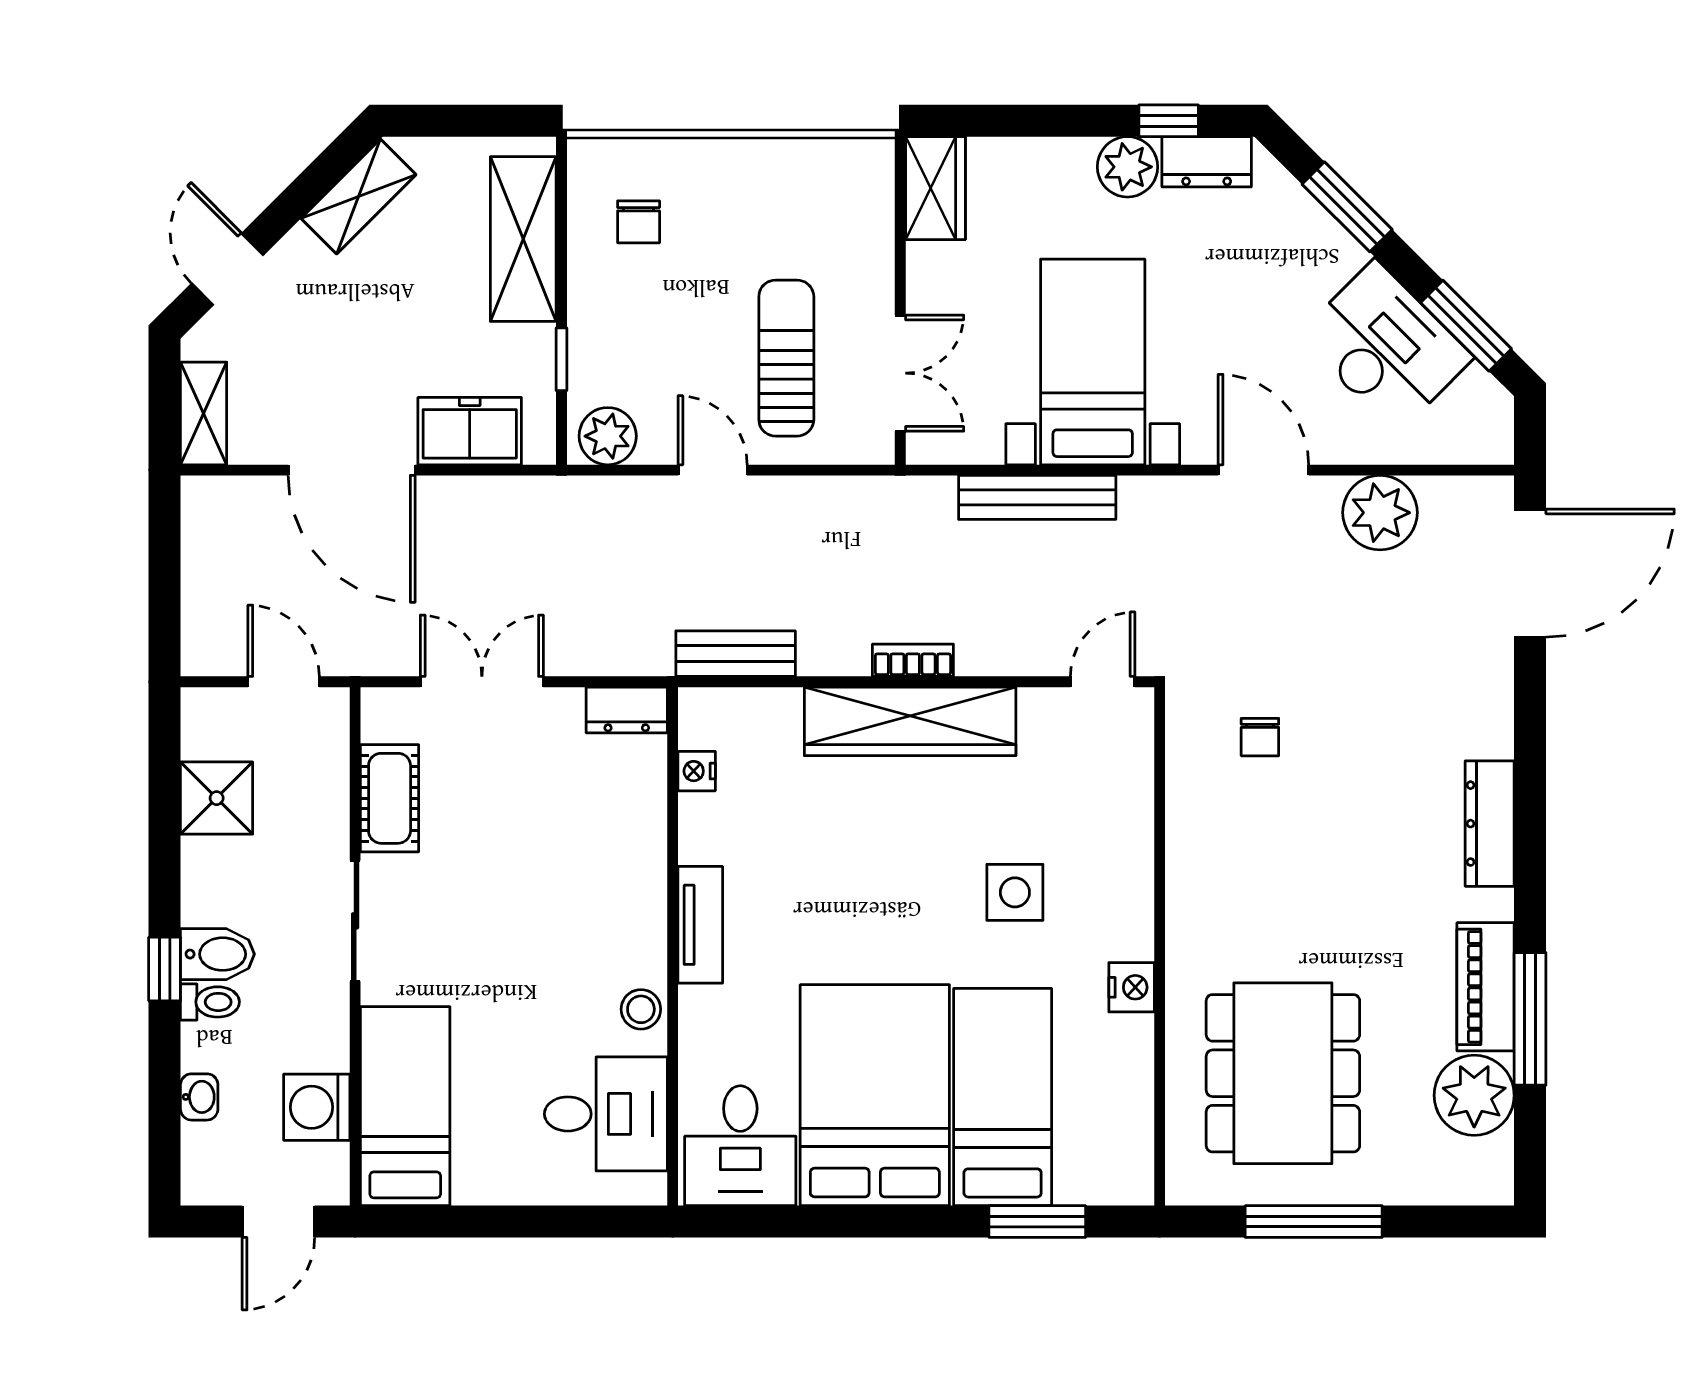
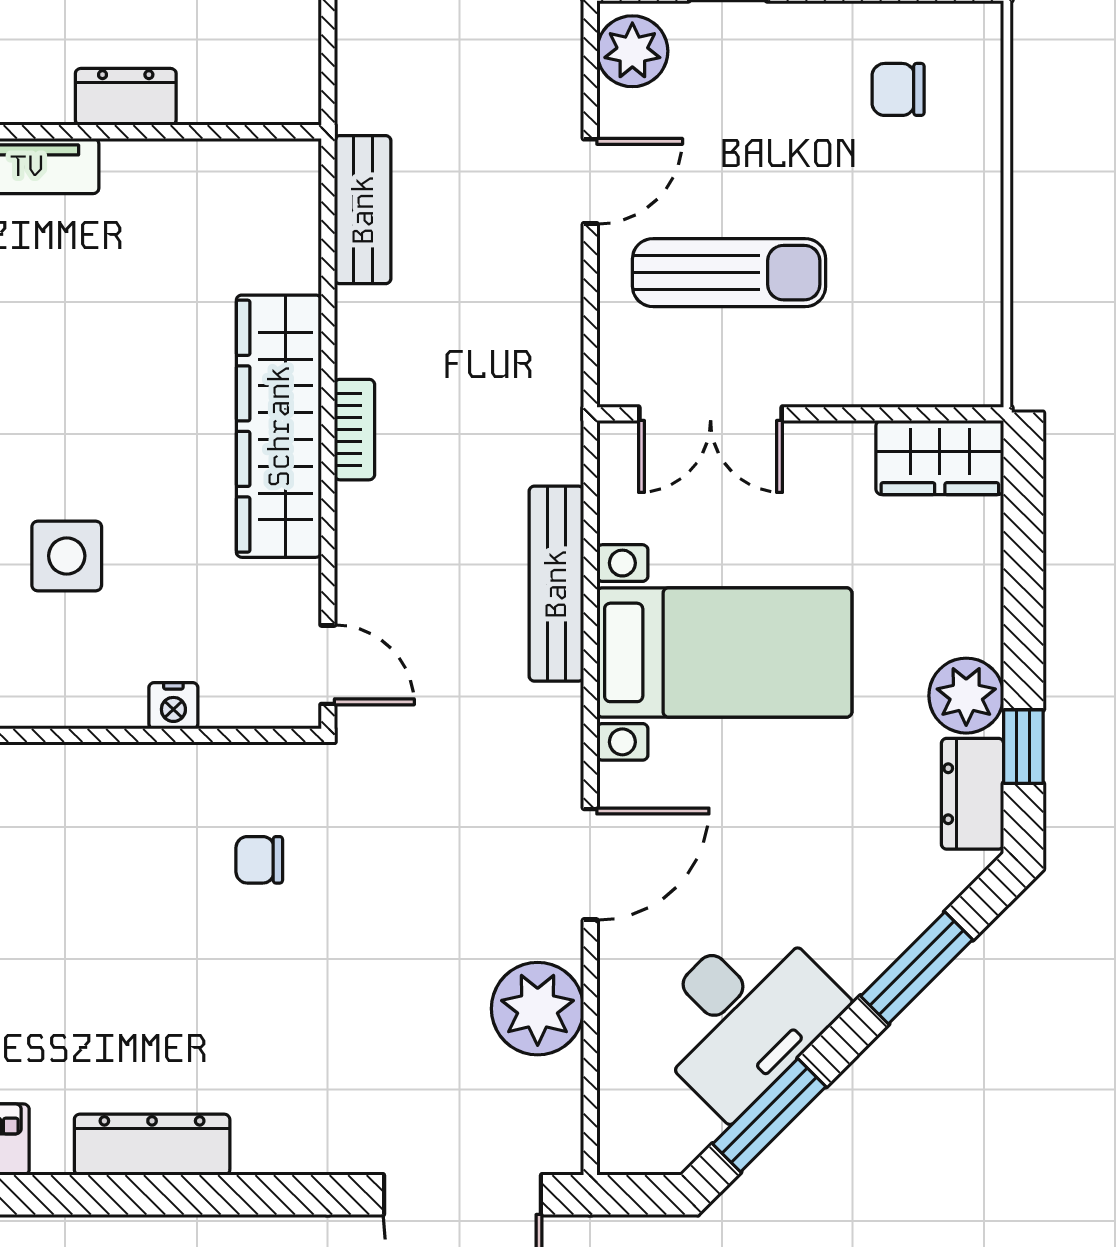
dresser: (627, 710) -> (126, 97), moved, turned 90
nightstand: (697, 771) -> (173, 706), moved, turned 180

